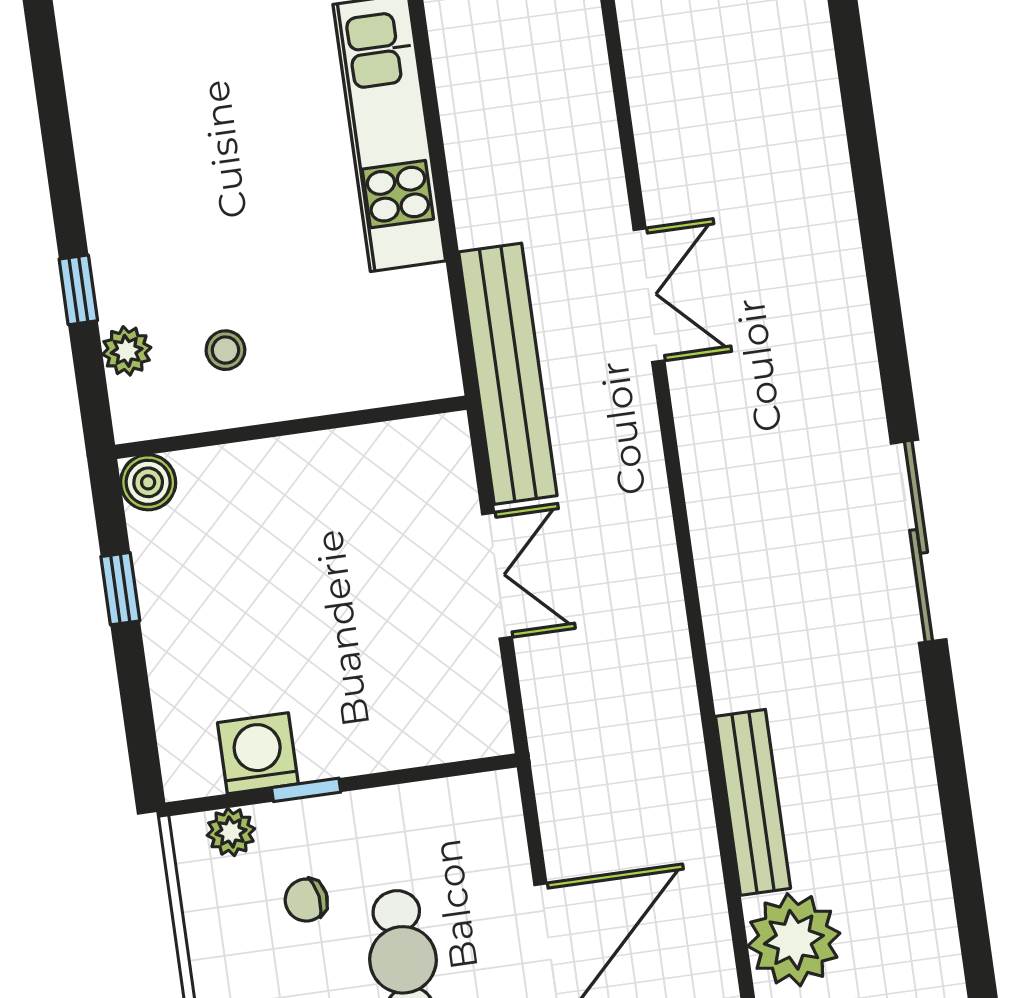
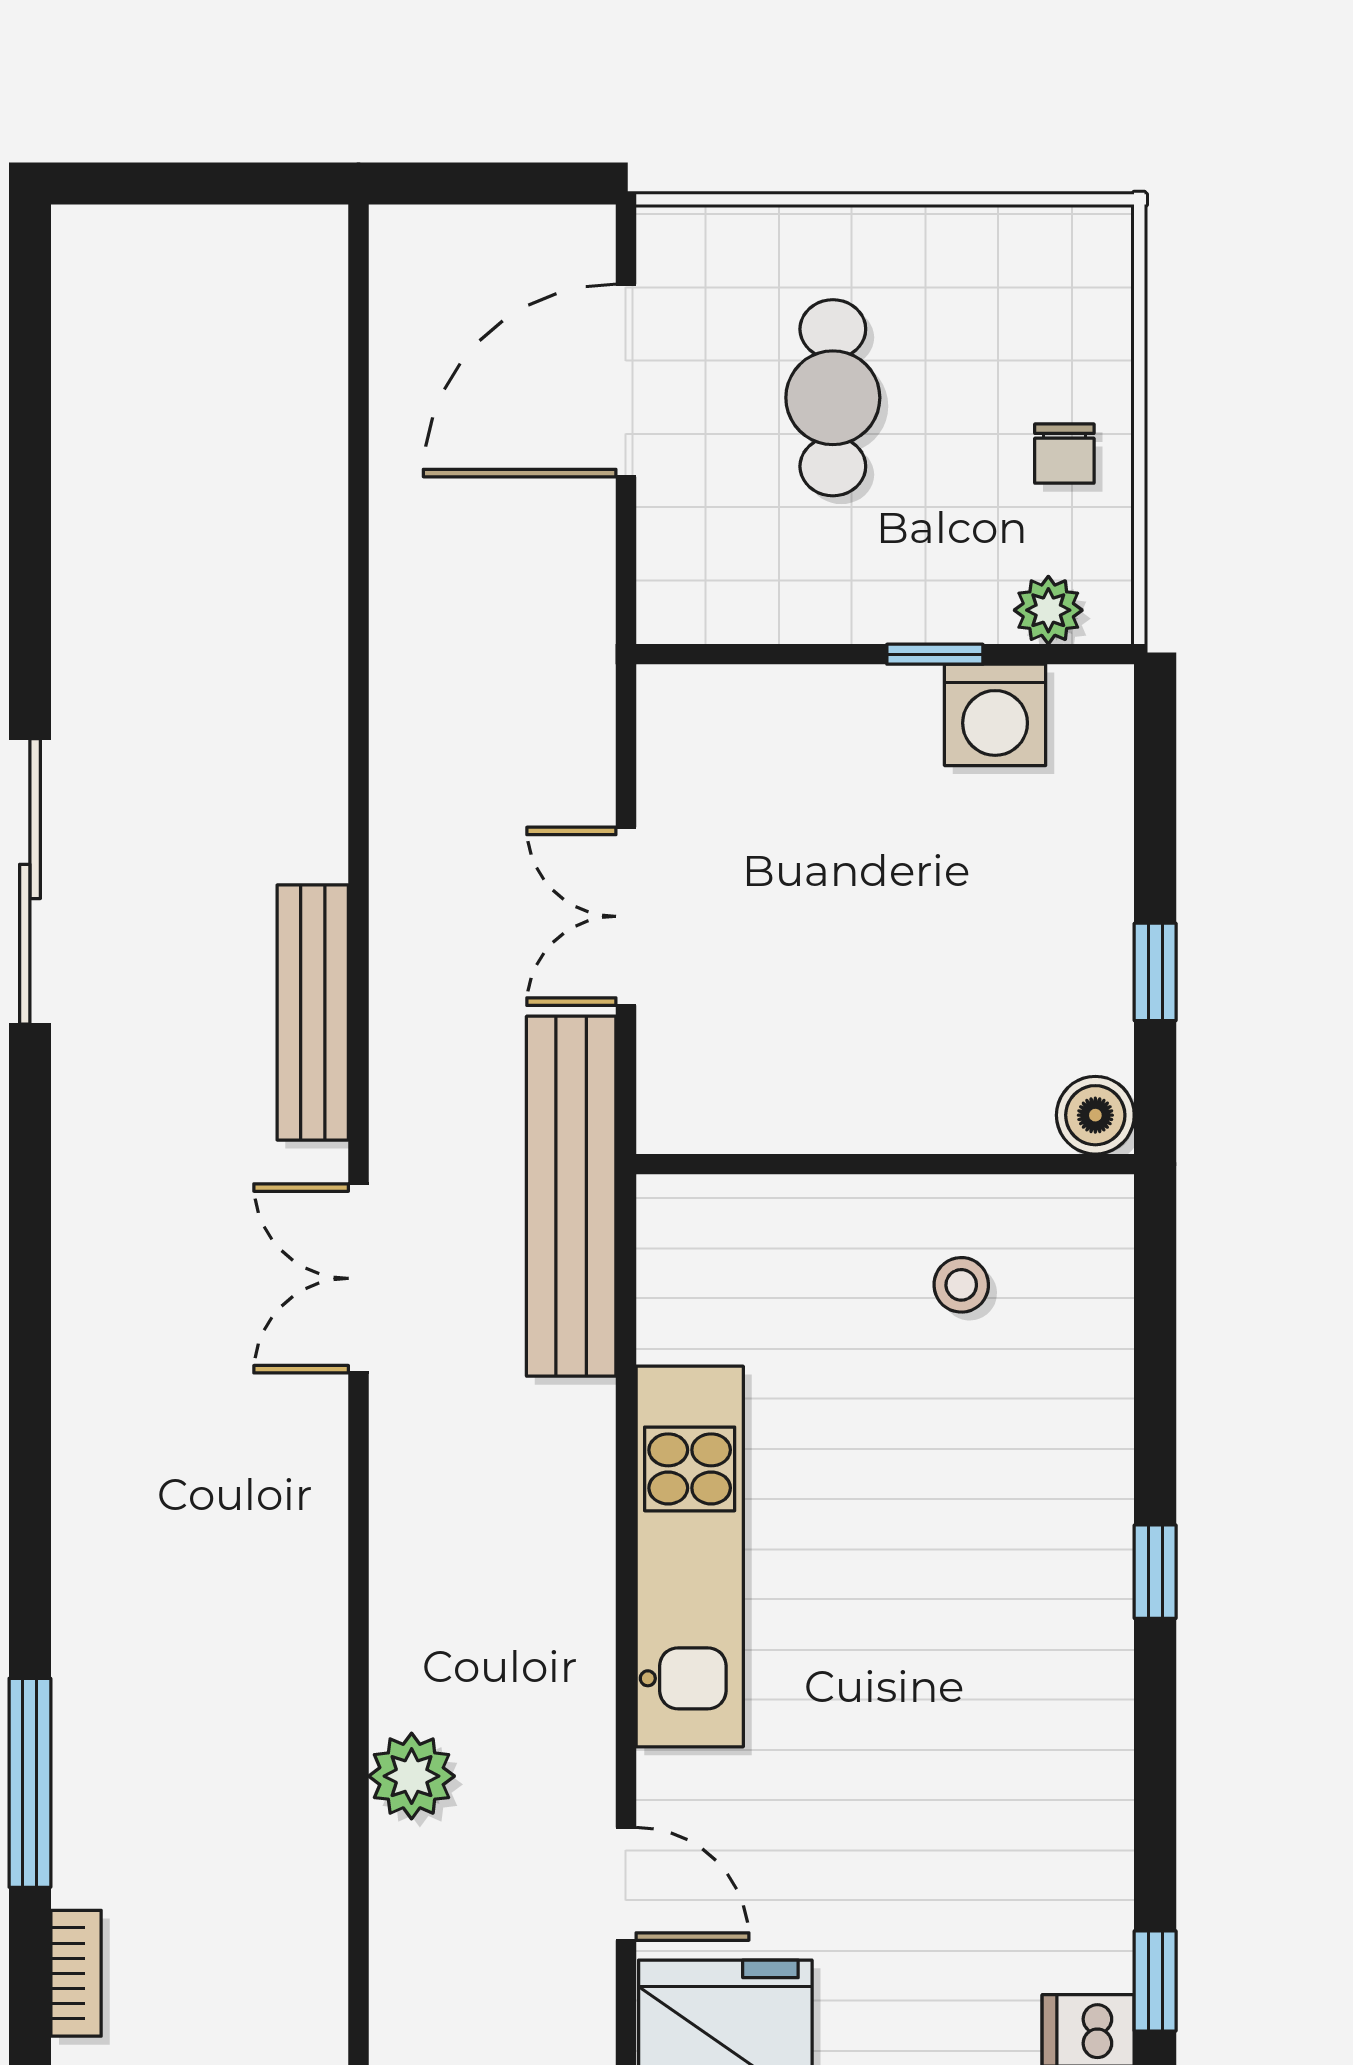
window: (78, 290) -> (1155, 1572), moved
plant: (127, 351) -> (1100, 1303), removed
bench: (753, 802) -> (313, 1013), moved
chair: (306, 900) -> (1064, 454), moved, turned 99
plant: (794, 940) -> (283, 349), removed

